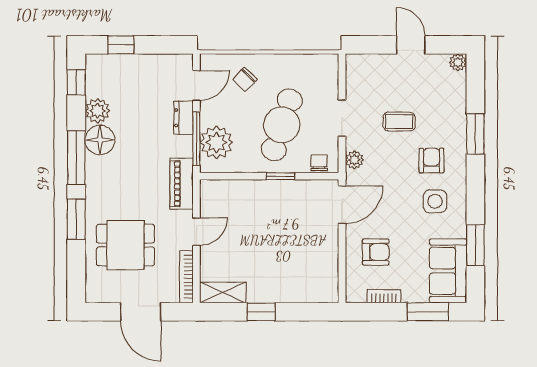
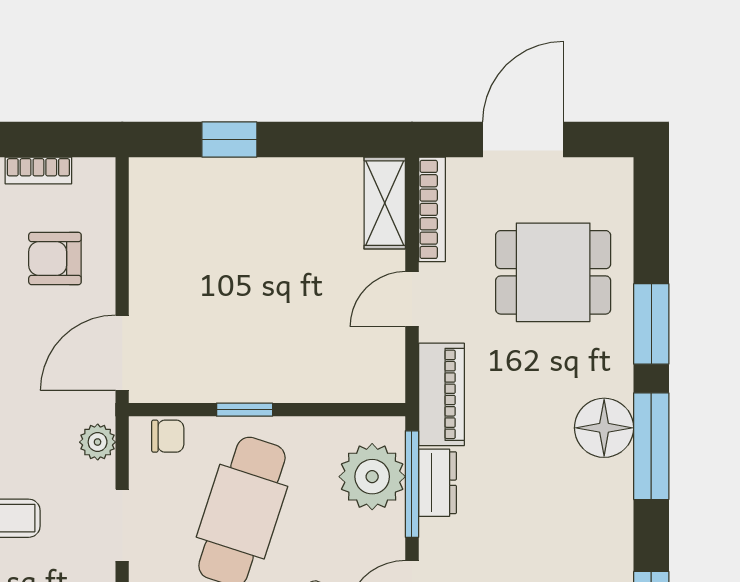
plant: (98, 111) -> (609, 540), removed
dresser: (184, 118) -> (437, 483), moved
floor lamp: (100, 140) -> (604, 428), moved
chair: (319, 163) -> (168, 436), turned -90
shelving: (223, 293) -> (385, 203), moved, turned 90
door: (141, 312) -> (523, 140), hinge flipped
window: (261, 312) -> (229, 140), moved

